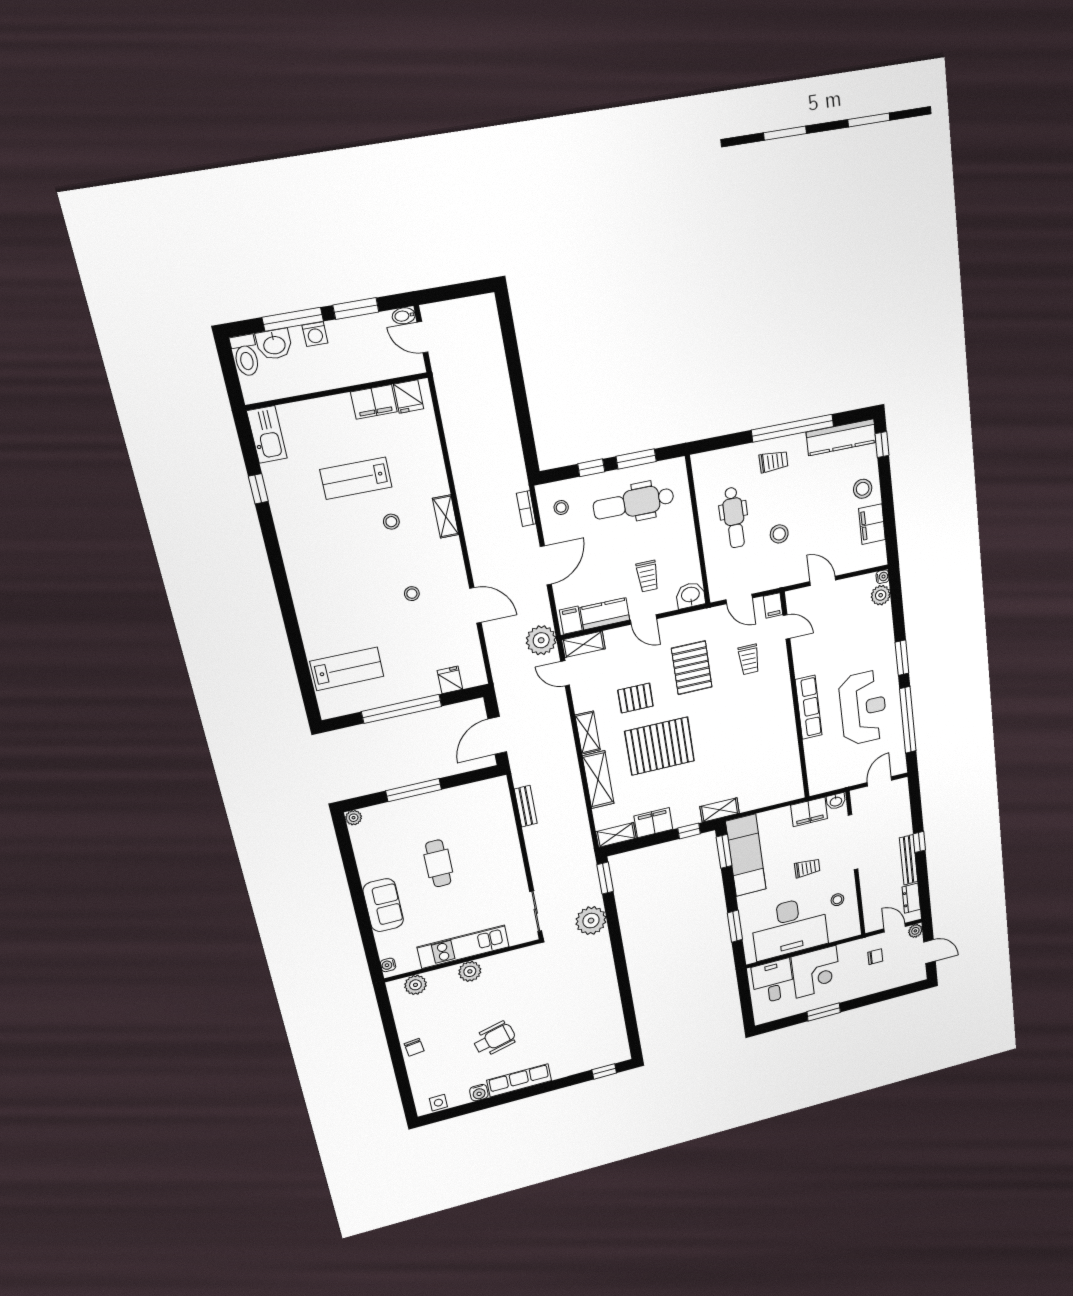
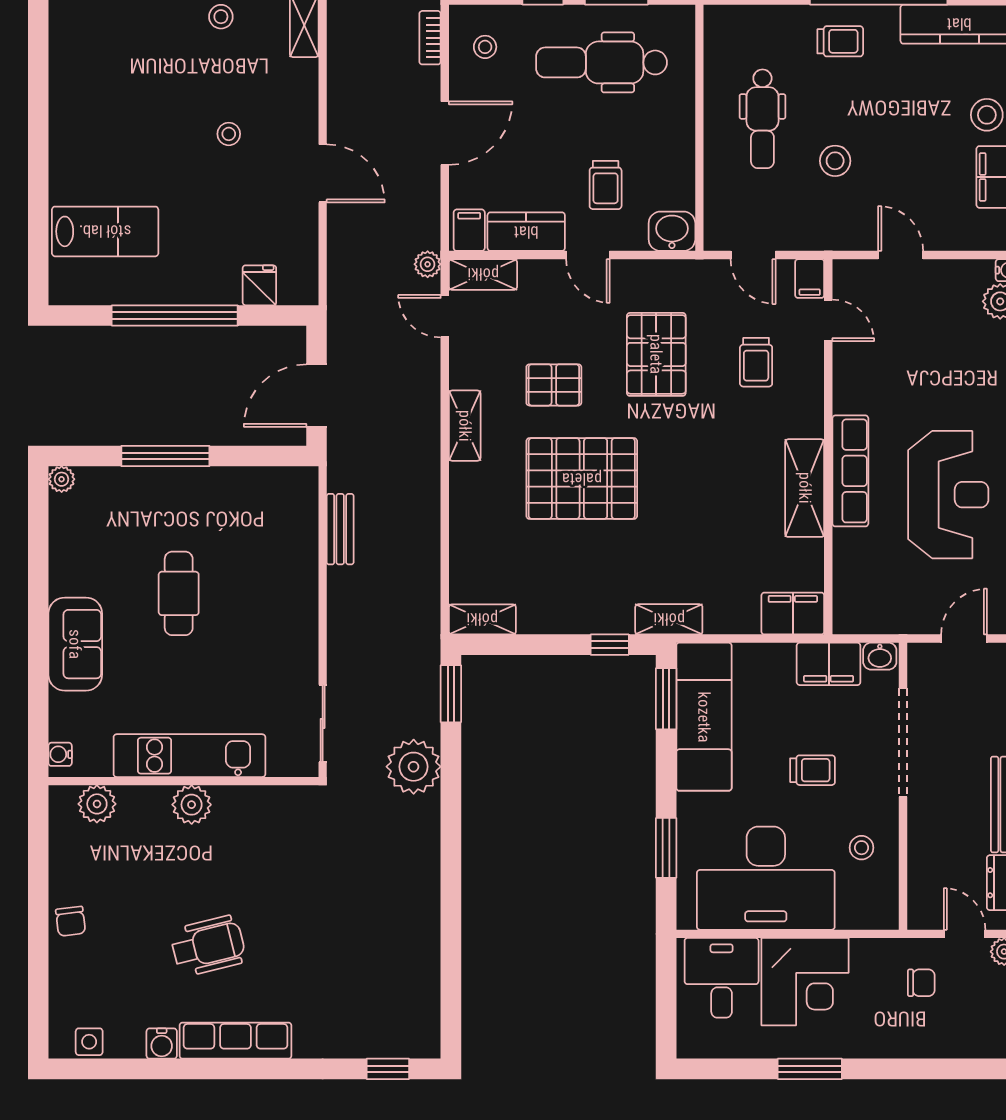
plant: (541, 640) -> (428, 264), width x0.53, depth x0.53
shelving: (598, 780) -> (805, 488), moved
filing cabinet: (653, 823) -> (793, 614), moved

